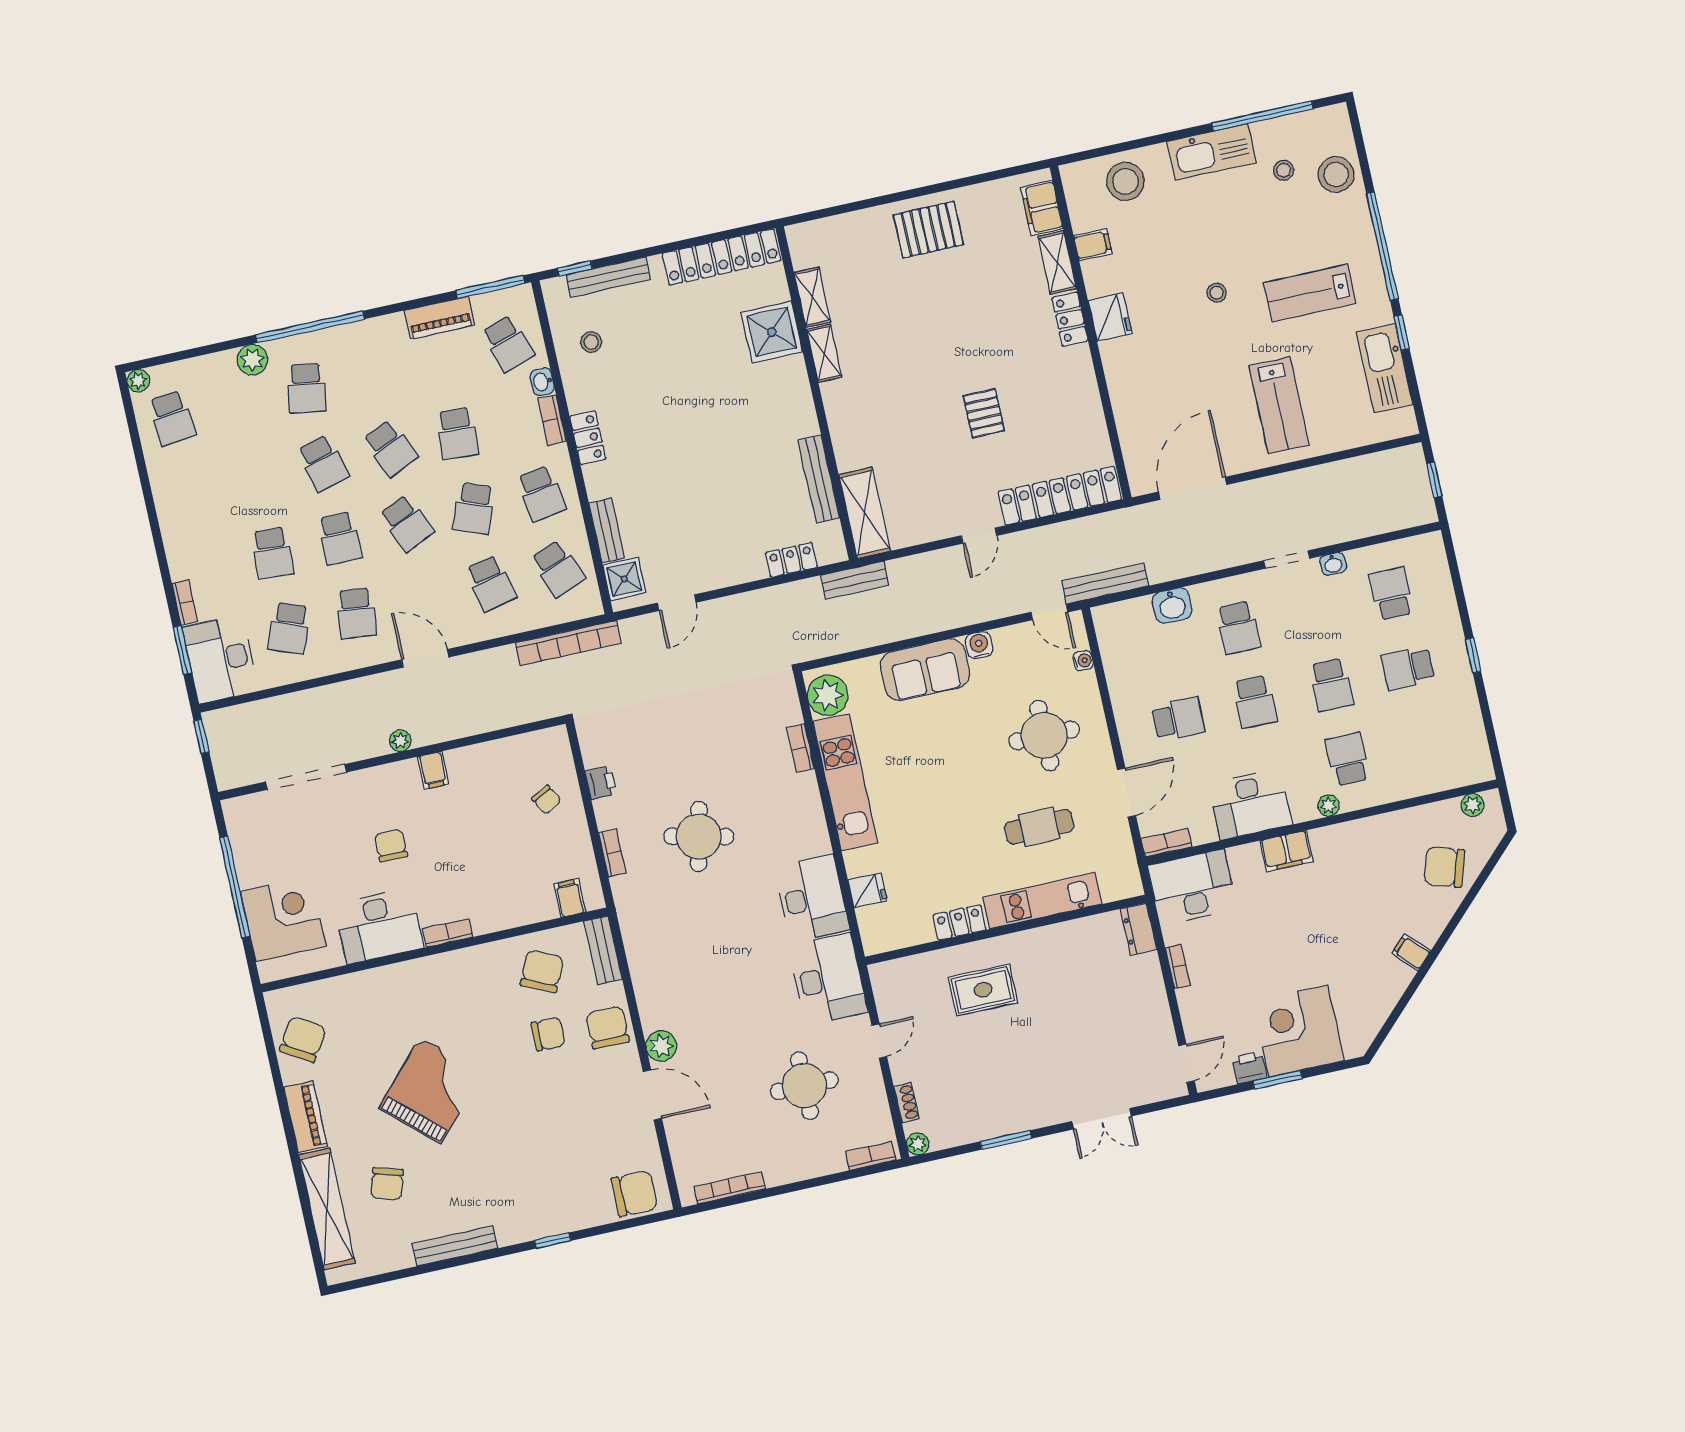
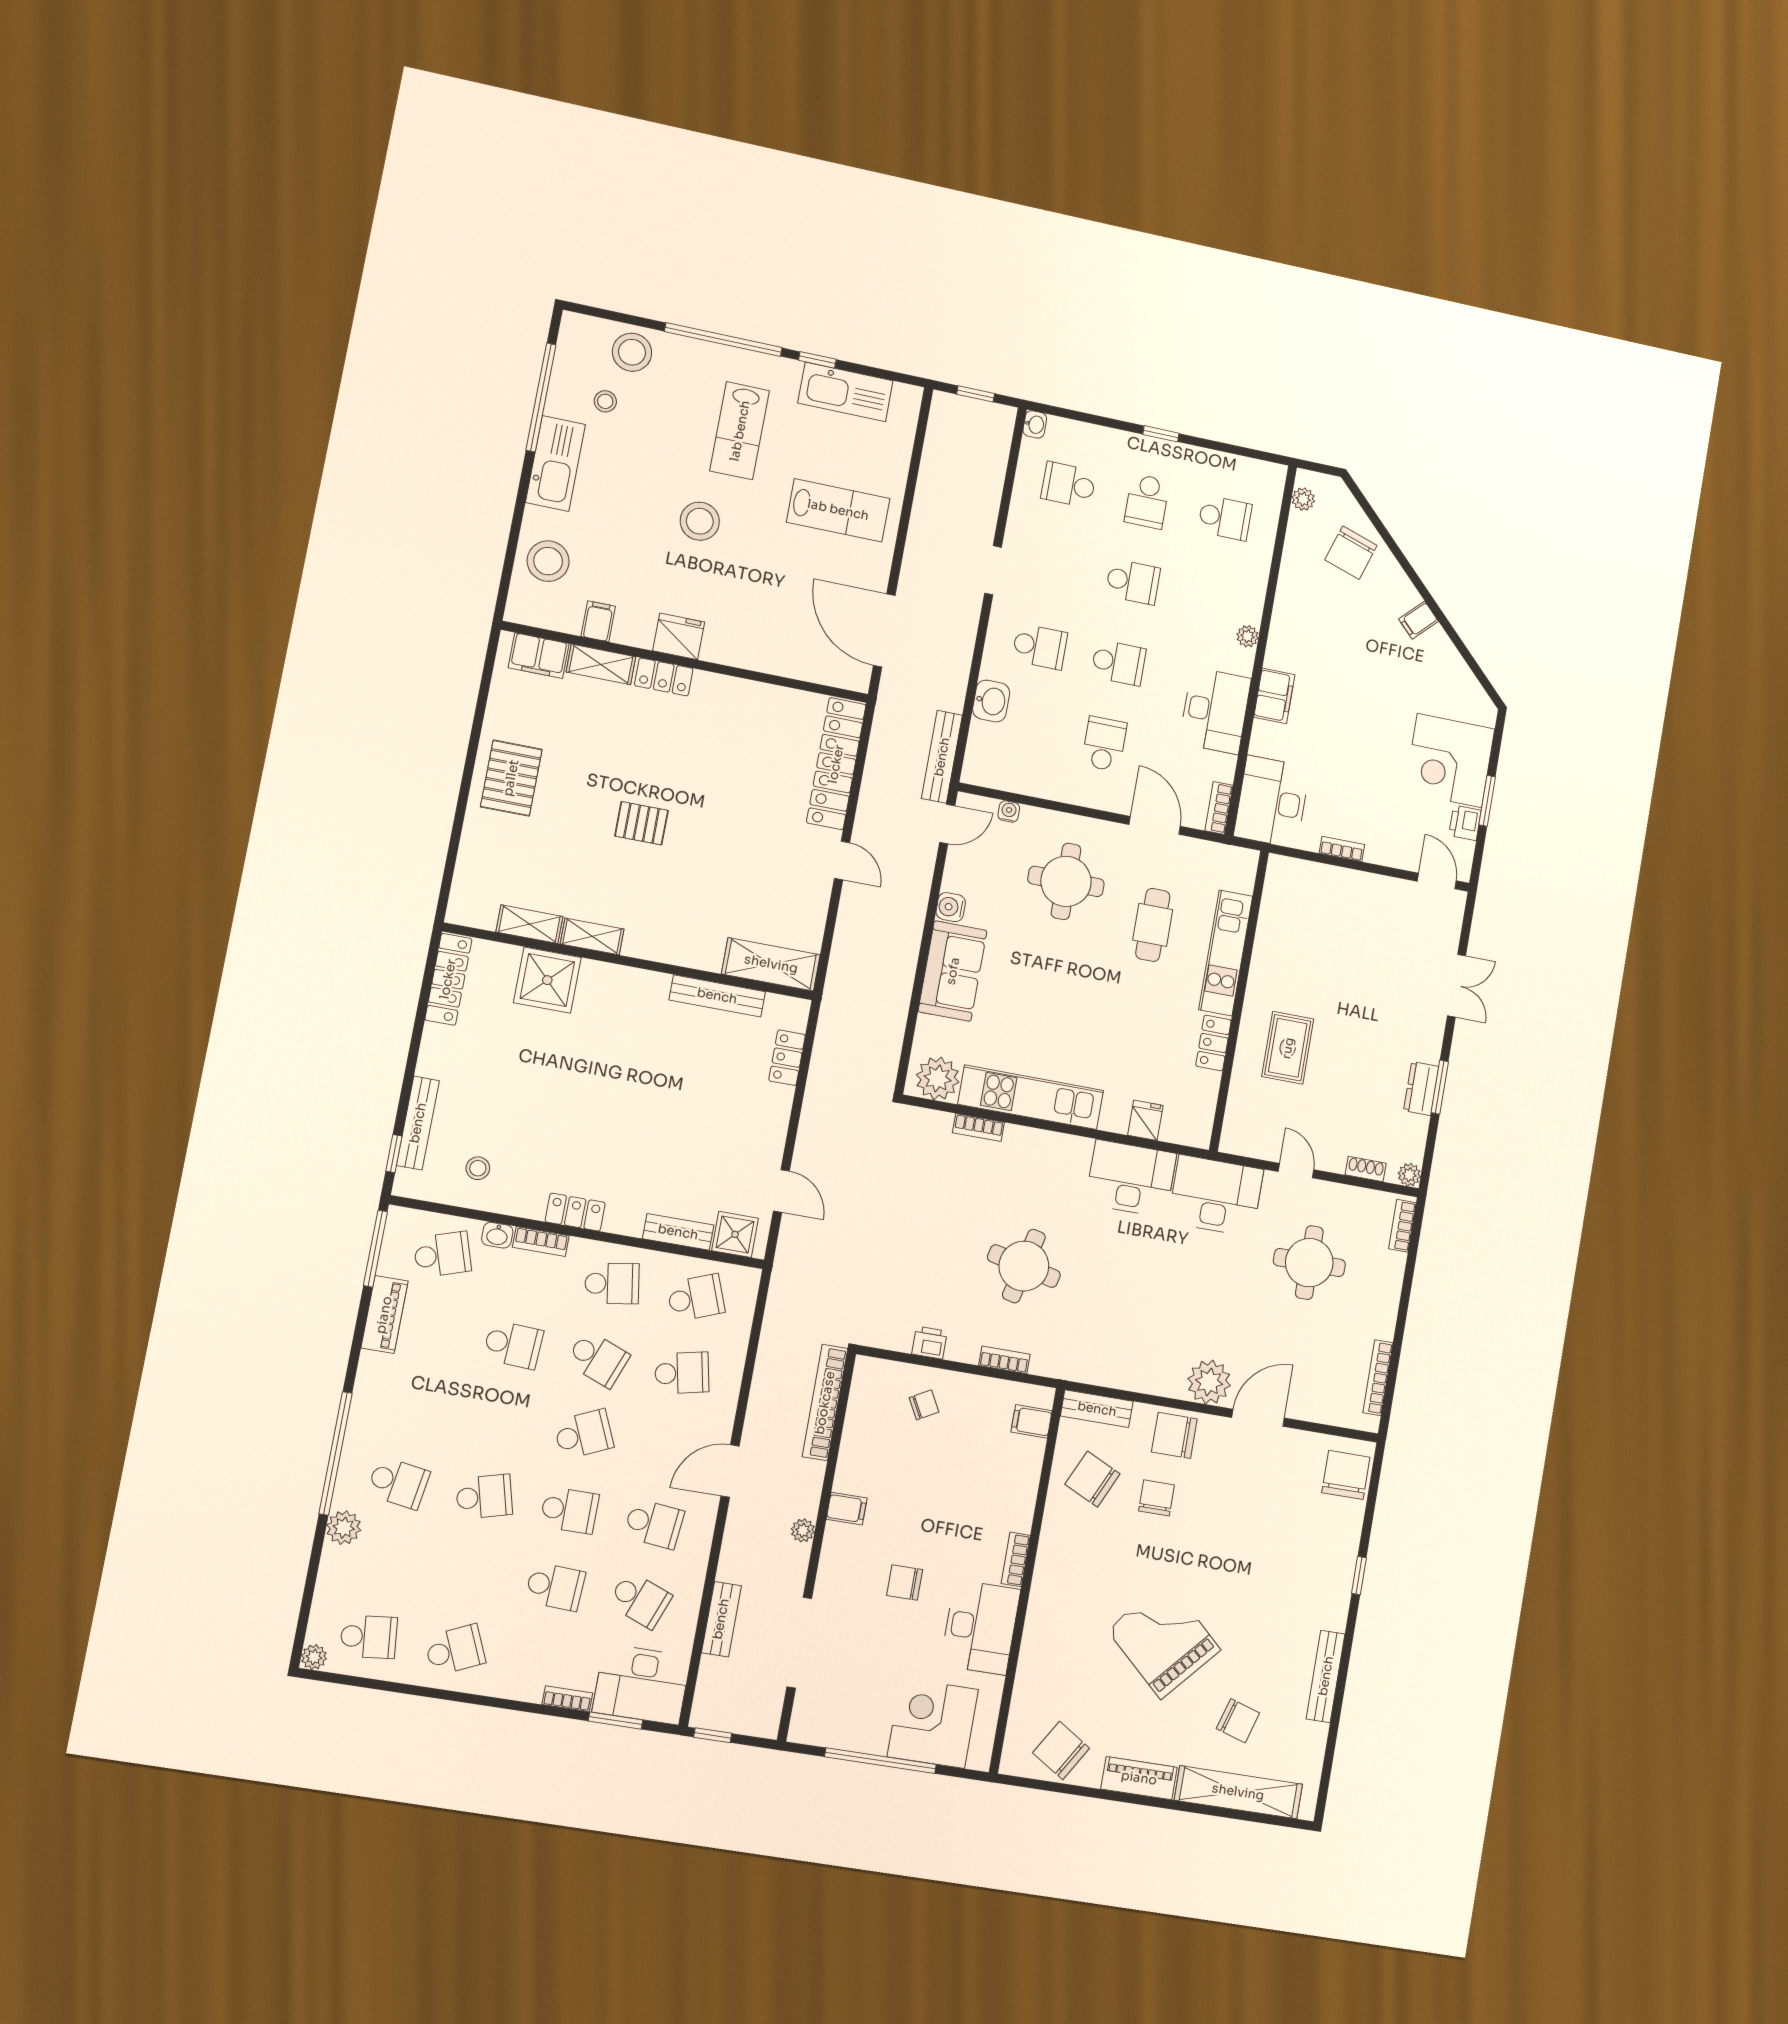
locker: (722, 257) -> (448, 979), width x0.71, depth x0.83
stool: (1217, 293) -> (700, 521), width x1.89, depth x1.89
pallet: (984, 413) -> (641, 823), moved
school desk: (390, 448) -> (455, 1650), moved
washbasin: (1333, 564) -> (1035, 424), moved
bench: (855, 580) -> (721, 1619), moved
bookcase: (568, 643) -> (825, 1403), moved, turned 180
school desk: (1348, 759) -> (1225, 518), moved, turned 180
dresser: (1139, 929) -> (1421, 1089), moved, turned 90
plant: (661, 1046) -> (1209, 1382), width x1.36, depth x1.36

